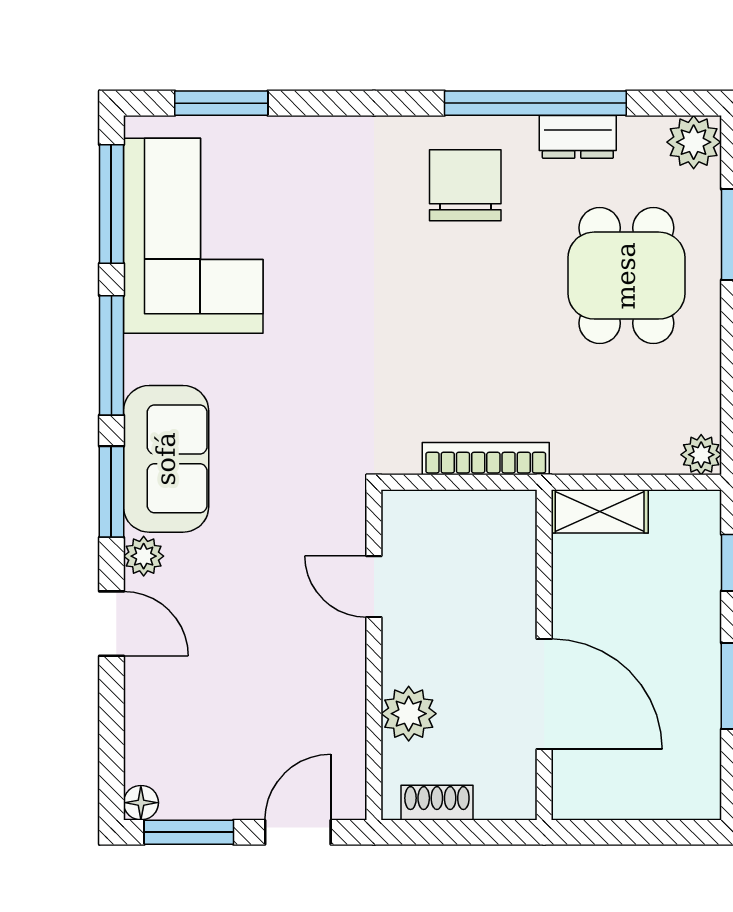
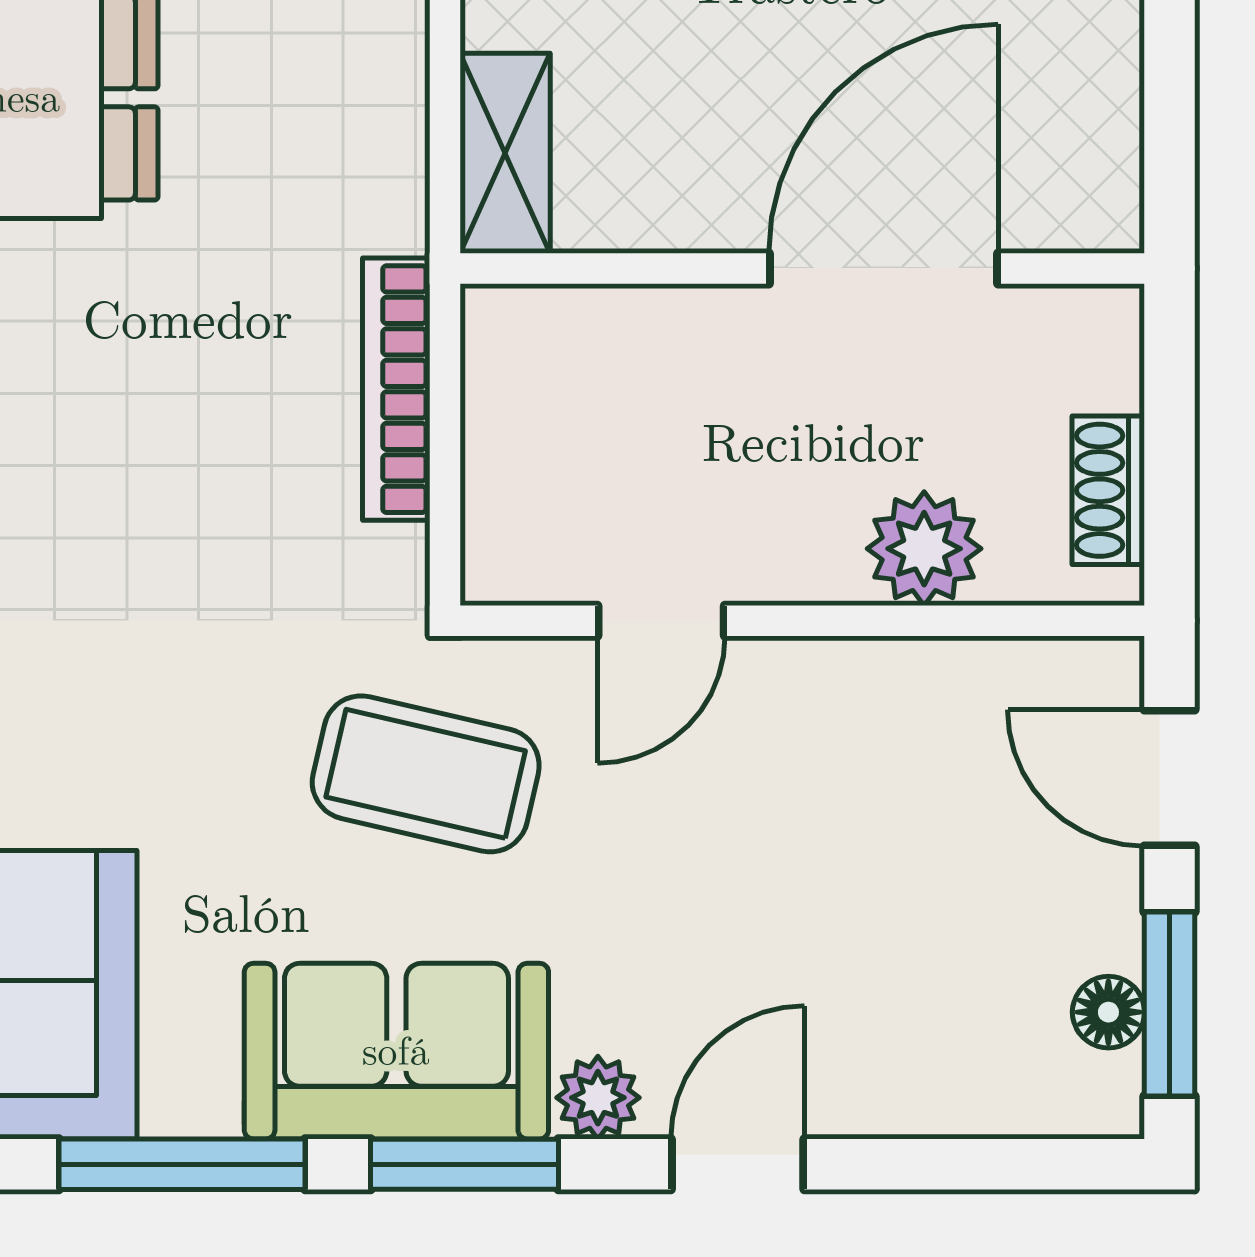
coffee table: (300, 473) -> (426, 774), added
floor lamp: (141, 803) -> (1108, 1012), moved

